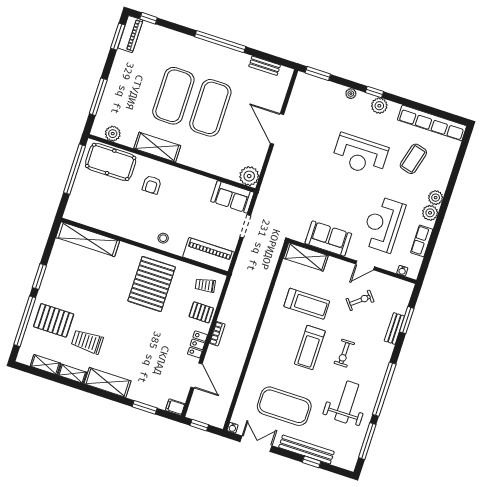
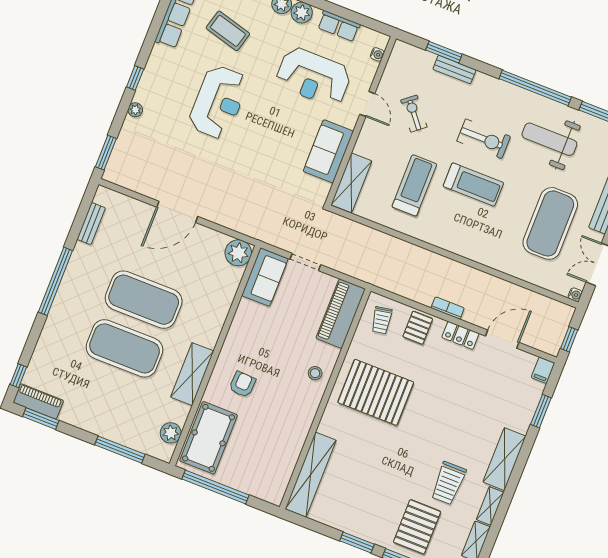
plant: (379, 106) -> (154, 72), removed
armchair: (152, 185) -> (242, 384), turned -87
exercise bike: (344, 353) -> (484, 139), width x1.38, depth x1.39

